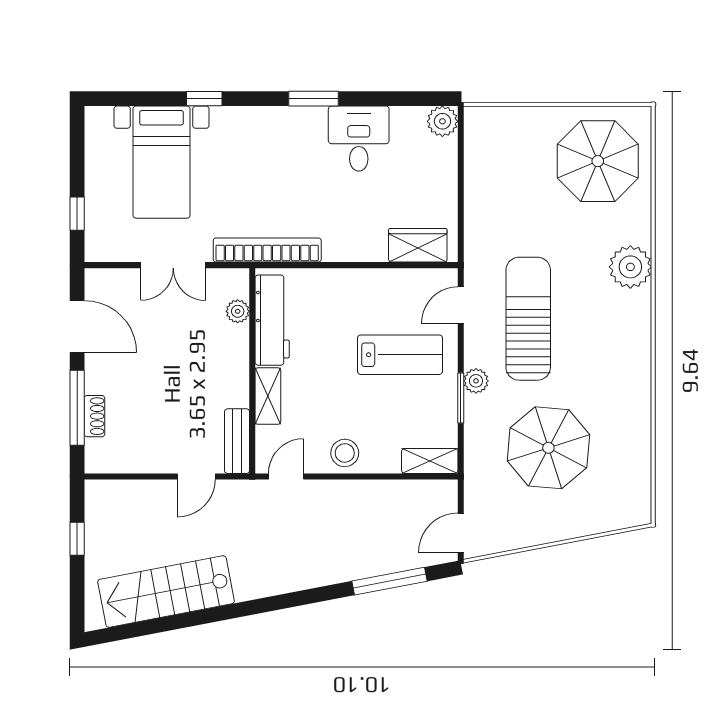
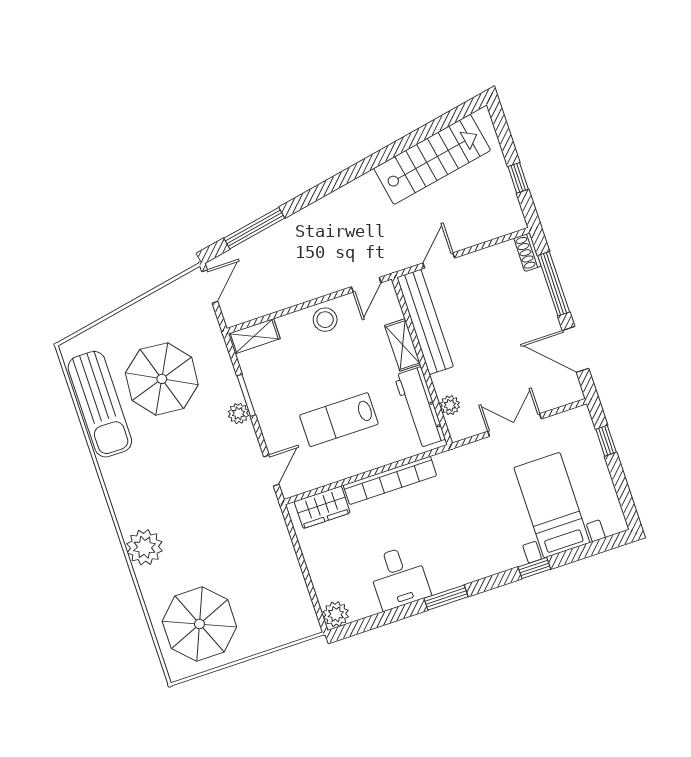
bookcase: (267, 250) -> (390, 480), moved
sun lounger: (528, 319) -> (100, 404), moved
lab bench: (400, 355) -> (339, 420), moved
shoe rack: (94, 416) -> (527, 252), moved
bench: (237, 441) -> (425, 322), width x1.86, depth x1.21

